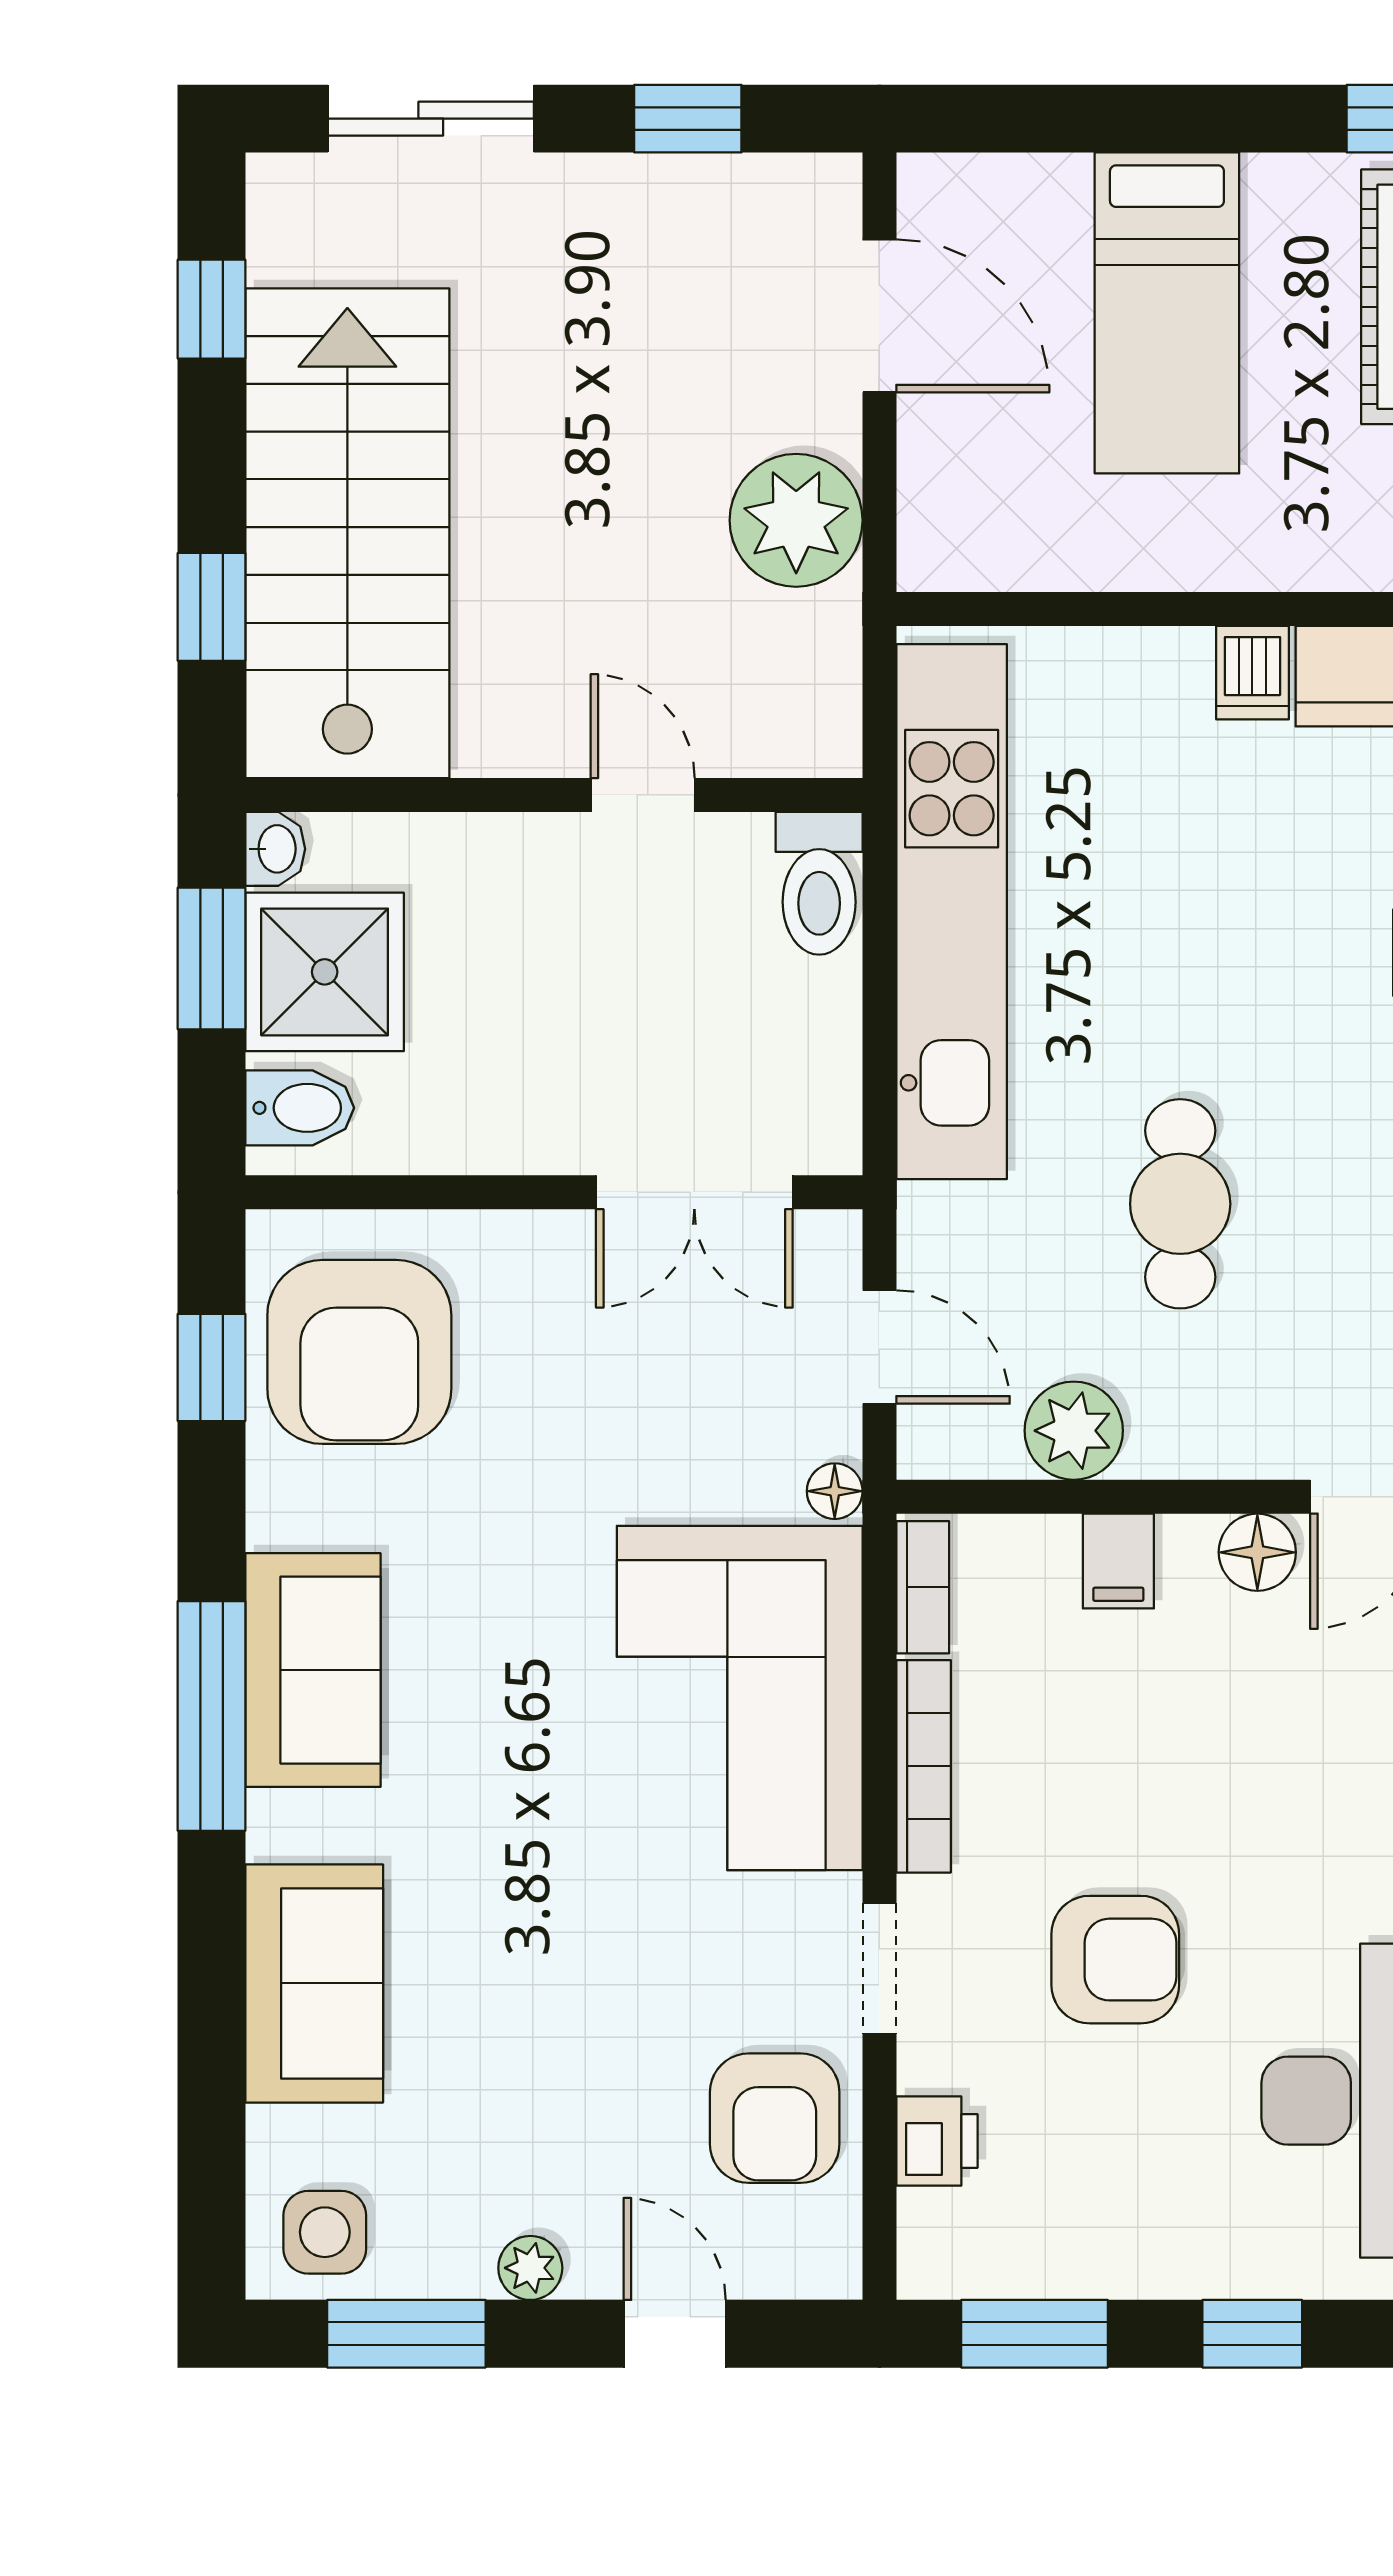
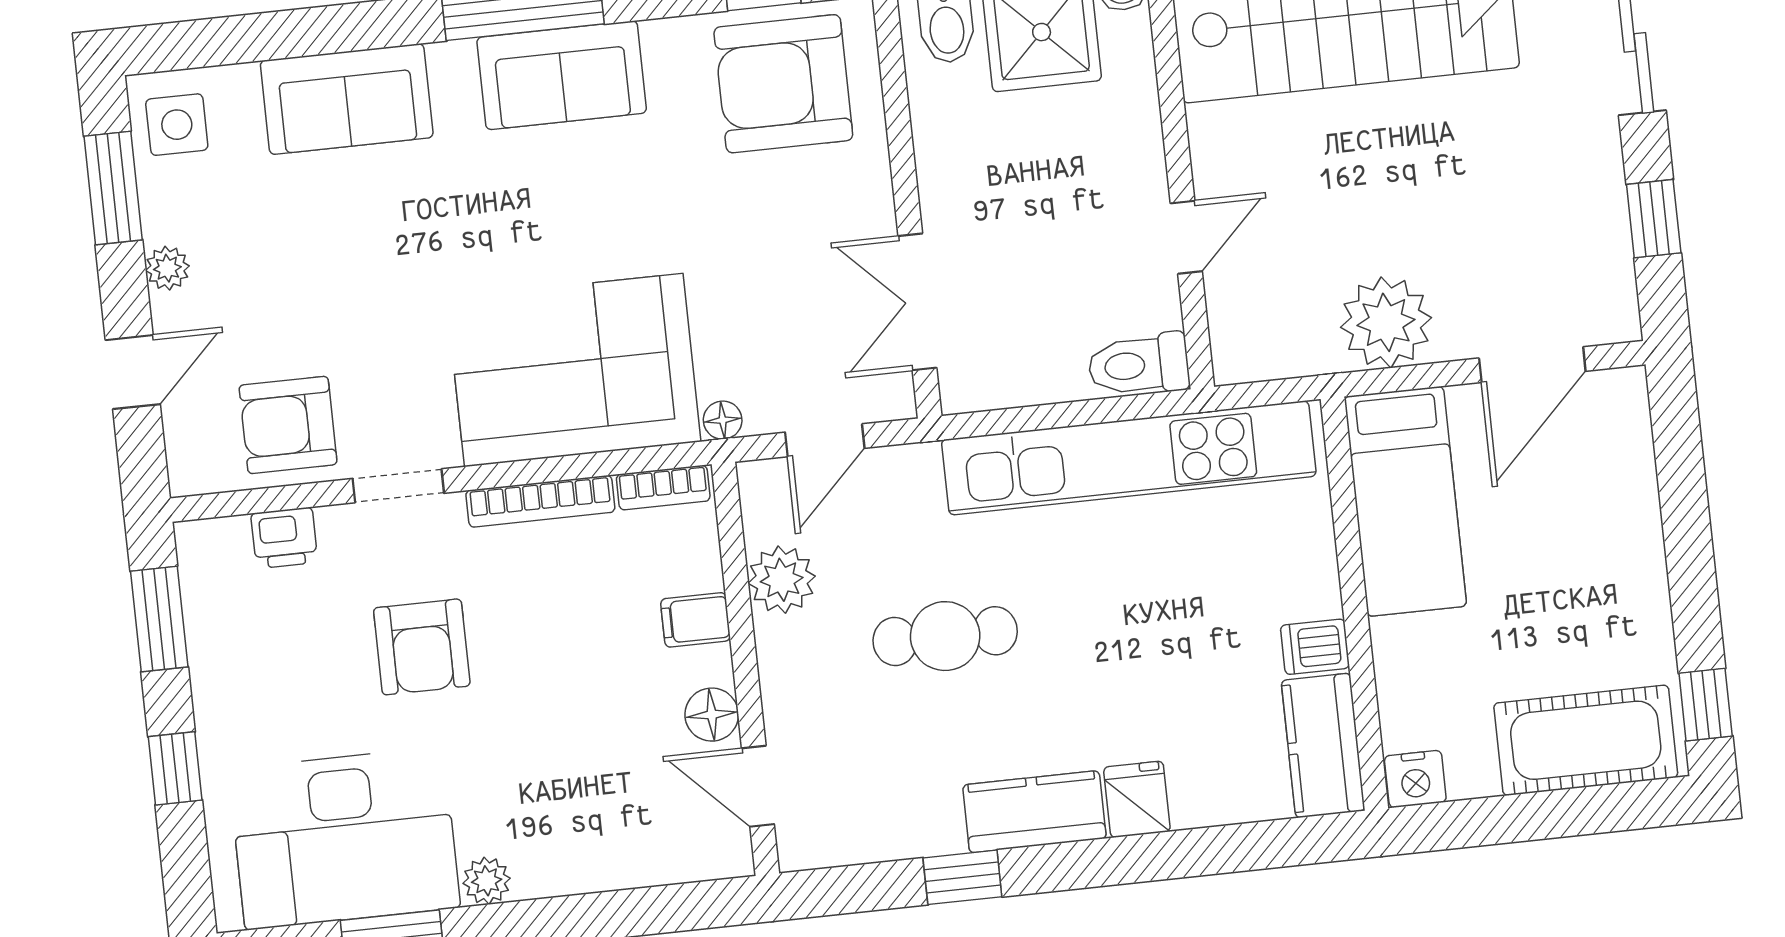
bed: (1167, 313) -> (1405, 501), moved, turned -90

